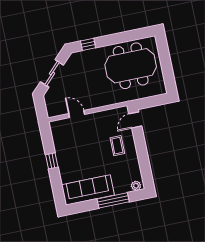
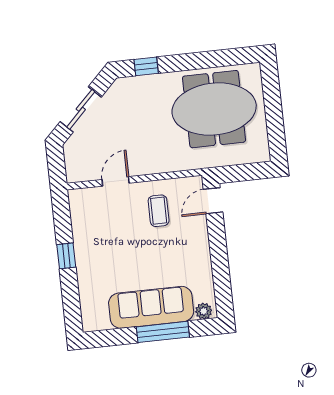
door: (77, 114) -> (116, 181), hinge flipped
coffee table: (117, 146) -> (159, 211), moved
sofa: (88, 190) -> (151, 307), moved

